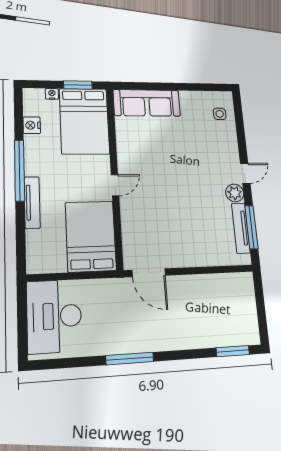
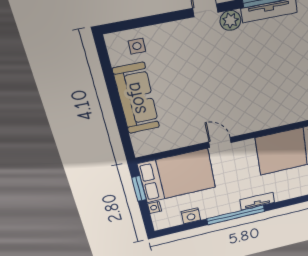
sofa: (147, 103) -> (136, 98), moved
door: (115, 185) -> (220, 142), moved
tv unit: (32, 202) -> (257, 201), width x0.71

